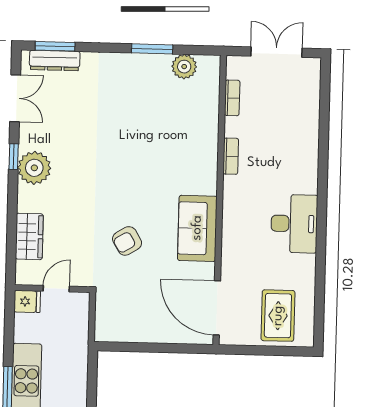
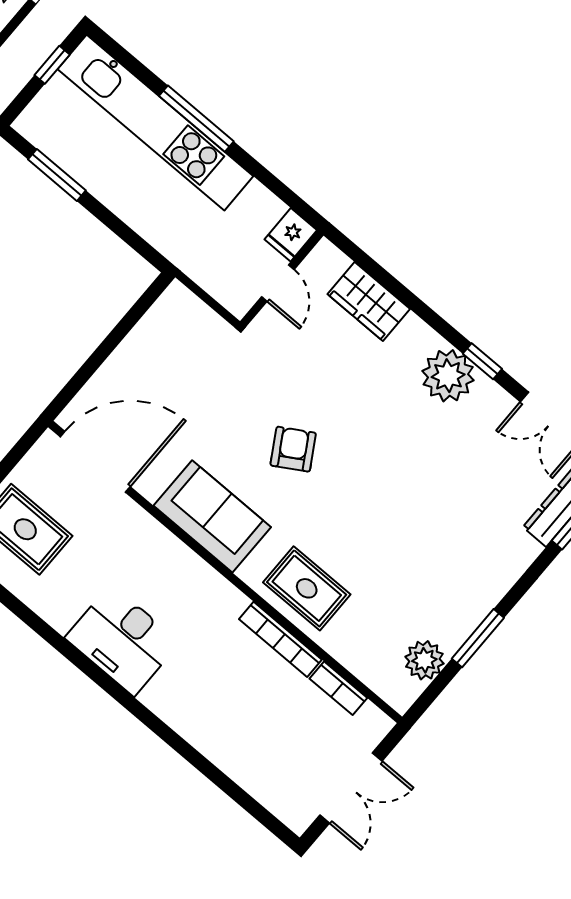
rug: (195, 153) -> (307, 588), added
bookcase: (231, 156) -> (280, 639), width x1.56
armchair: (127, 241) -> (293, 449), moved

